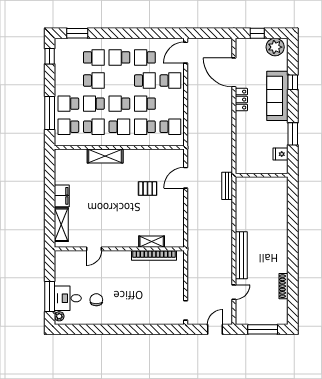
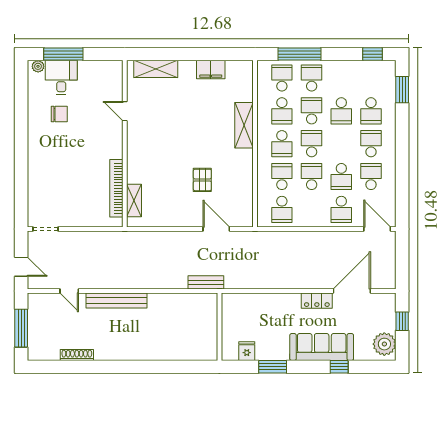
filing cabinet: (62, 196) -> (211, 70), moved
shelving: (152, 242) -> (134, 200), moved

